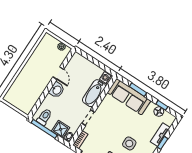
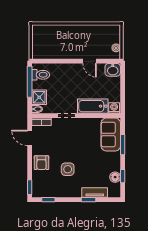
door: (58, 73) -> (90, 61), hinge flipped
washbasin: (57, 90) -> (113, 70), moved
sofa: (129, 97) -> (111, 135), width x0.73

